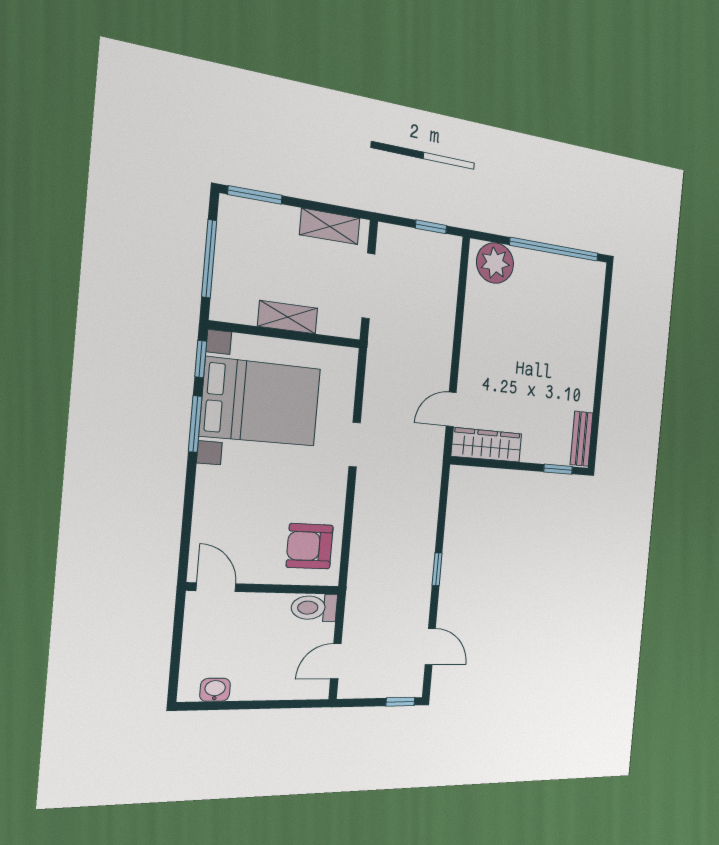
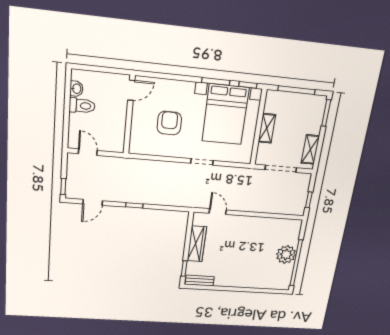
plant: (495, 263) -> (286, 255), moved
wardrobe: (487, 445) -> (197, 244), moved
armchair: (310, 546) -> (169, 123), moved
toilet: (314, 608) -> (82, 106), moved, turned 90

